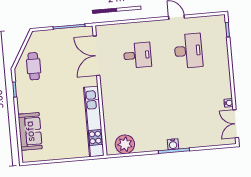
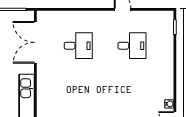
desk: (188, 51) -> (132, 46), width x0.73

